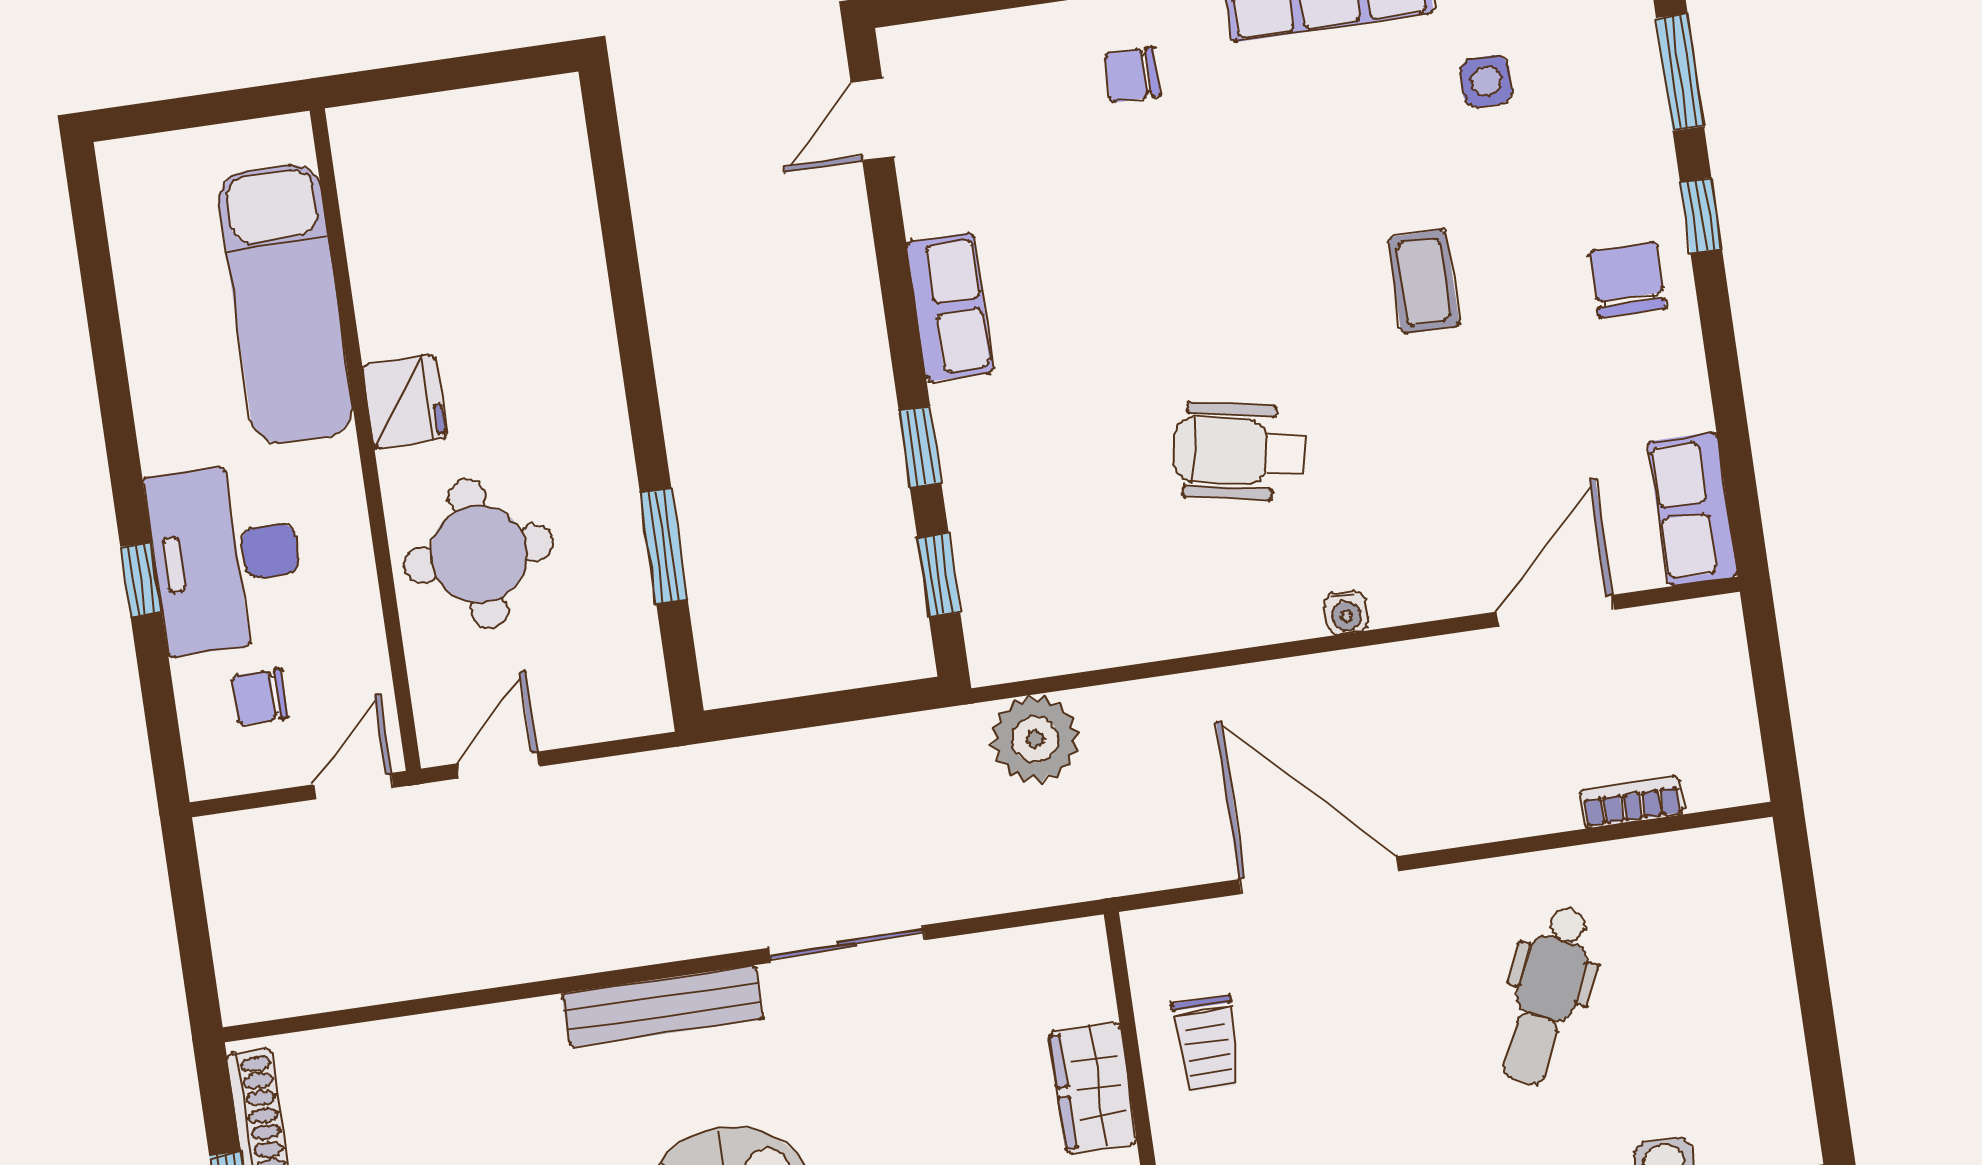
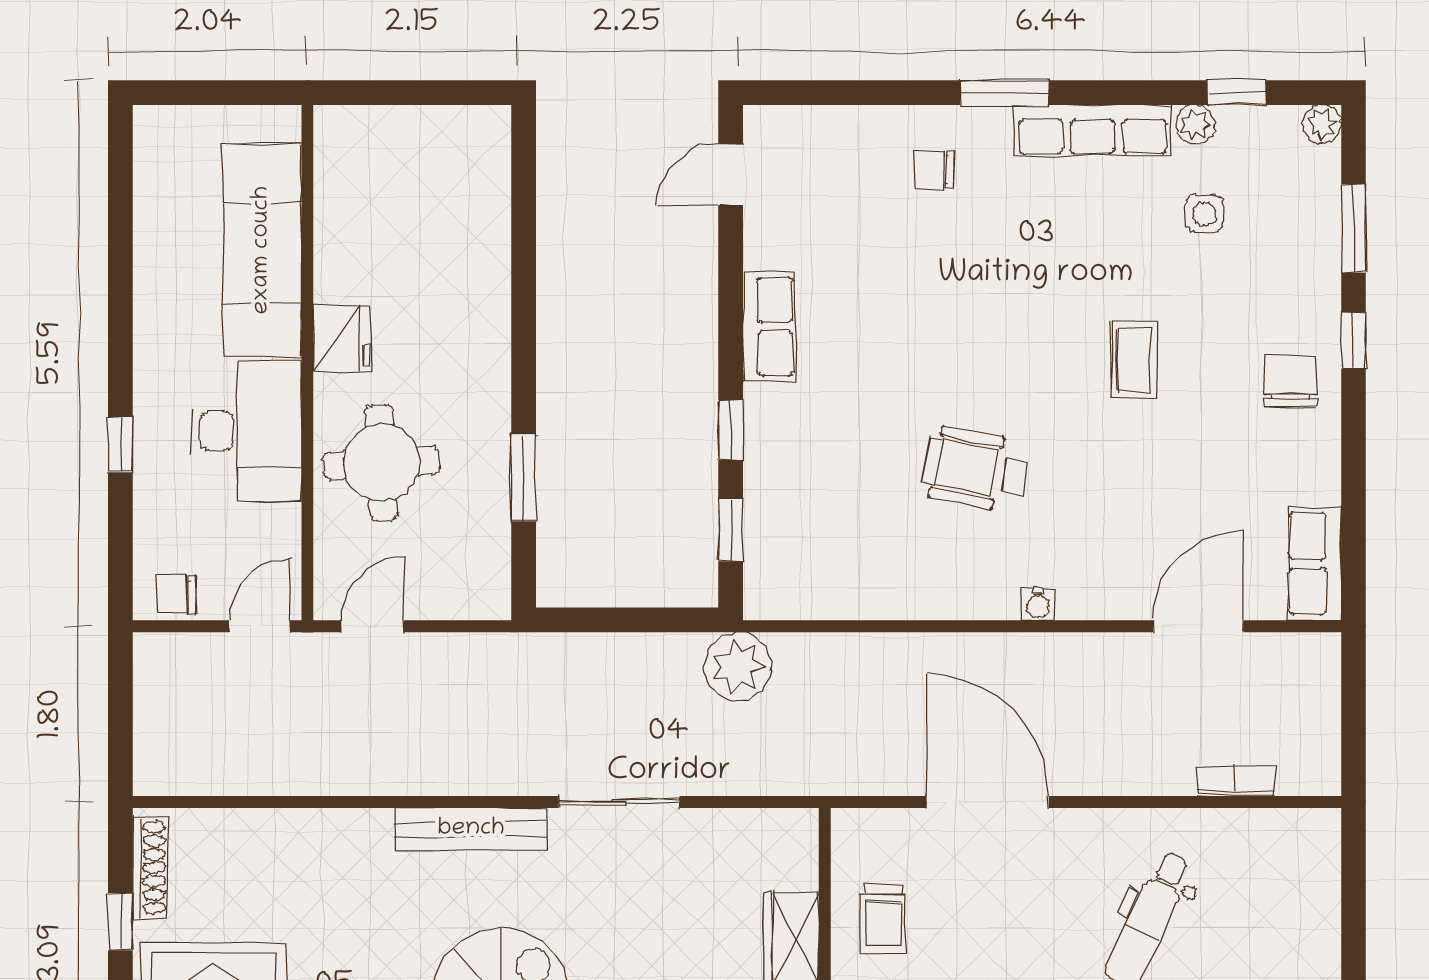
desk: (226, 557) -> (246, 431), moved, turned 180
chair: (260, 697) -> (176, 595), moved
plant: (1035, 739) -> (738, 666), moved

